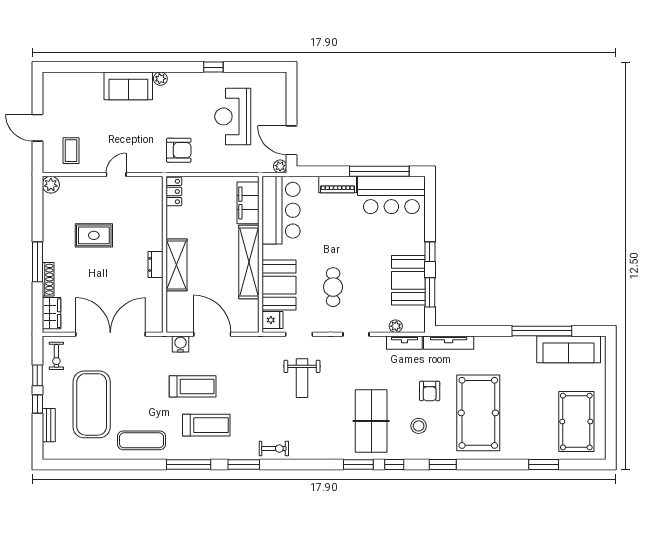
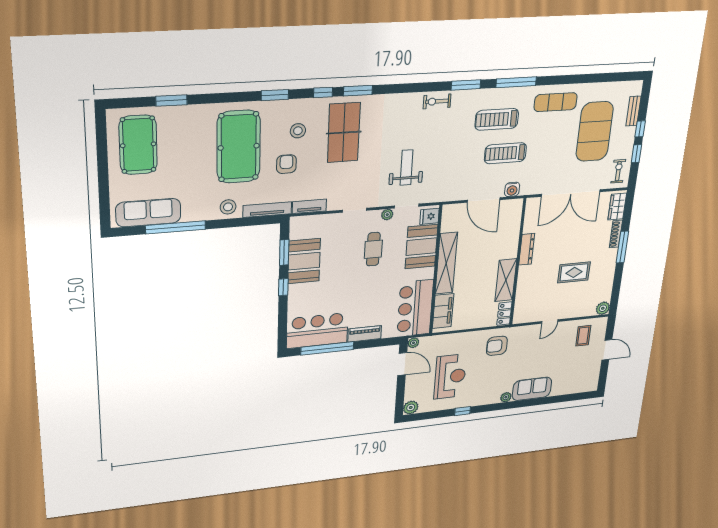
plant: (278, 81) -> (411, 407), added
dresser: (155, 264) -> (527, 249), width x1.44
shelving: (176, 265) -> (506, 280), moved
plant: (396, 326) -> (387, 215), moved
stool: (489, 349) -> (228, 207), added

